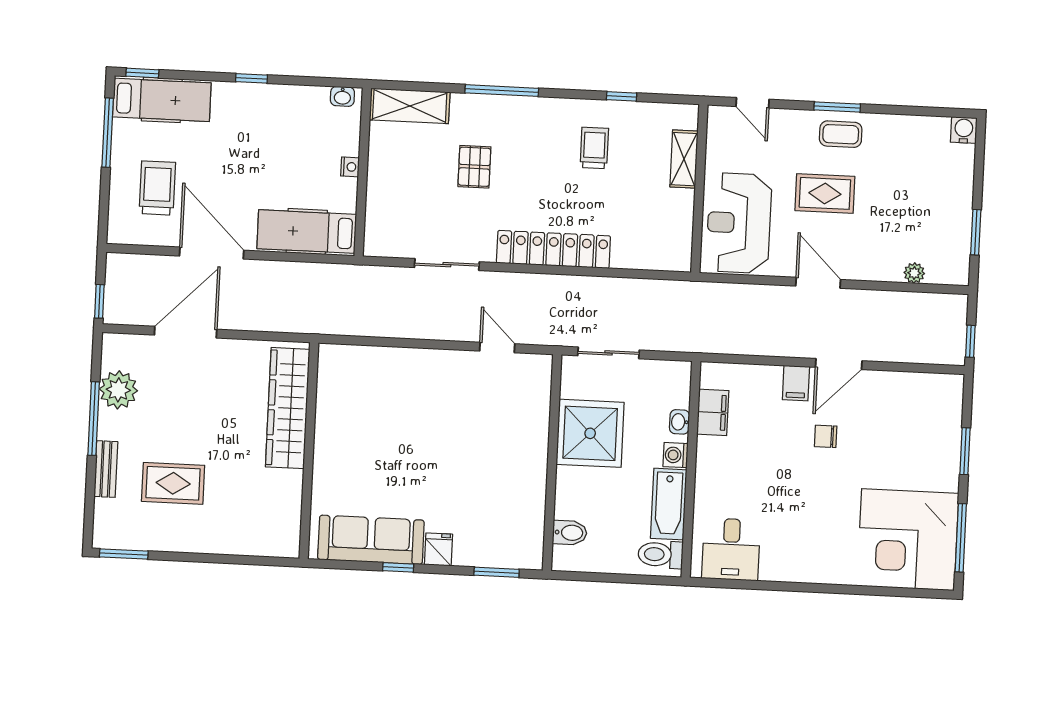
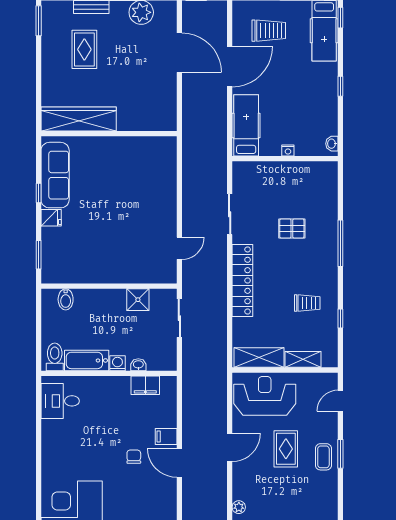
shelving: (410, 106) -> (259, 358), moved, turned 90
wardrobe: (288, 408) -> (79, 119), moved
shower: (590, 433) -> (138, 300), width x0.54, depth x0.54

